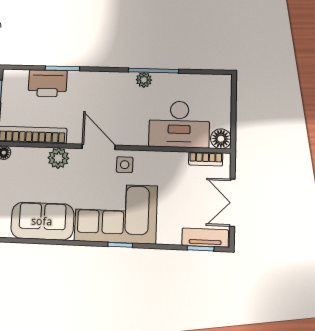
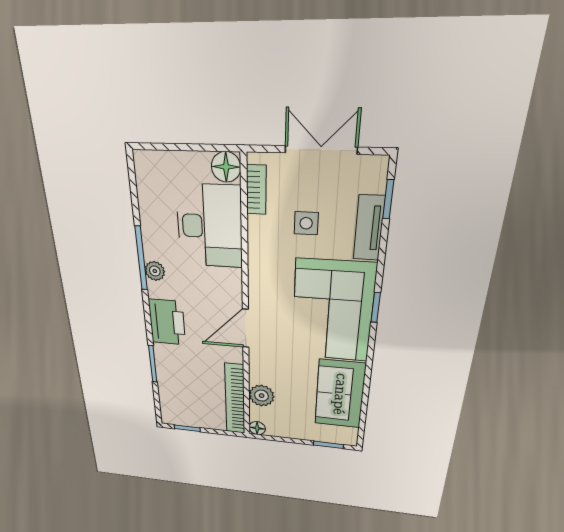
printer: (48, 83) -> (167, 322), moved
plant: (58, 158) -> (262, 396), moved
side table: (125, 165) -> (306, 223), moved
double door: (232, 203) -> (321, 150), swing flipped
tv unit: (205, 238) -> (369, 228), moved

